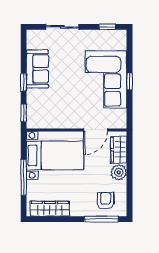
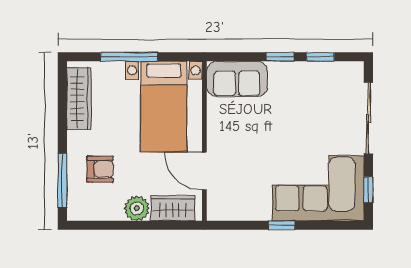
sliding door: (62, 27) -> (368, 118), width x1.37
sofa: (37, 69) -> (237, 79), moved
corner sofa: (106, 79) -> (318, 188), moved
window: (24, 113) -> (320, 57), moved
armchair: (106, 201) -> (100, 169), moved

